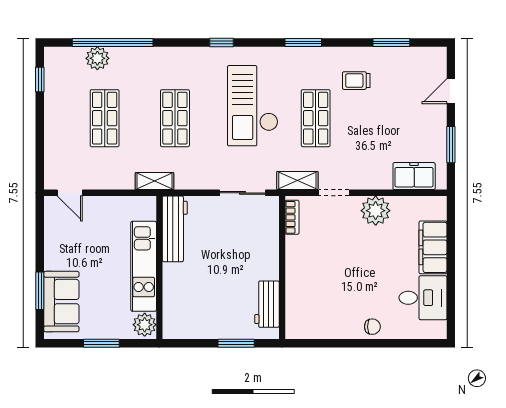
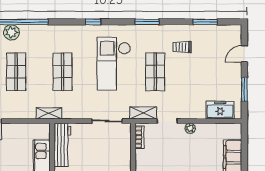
plant: (376, 211) -> (190, 128), width x0.53, depth x0.53

